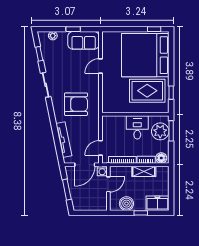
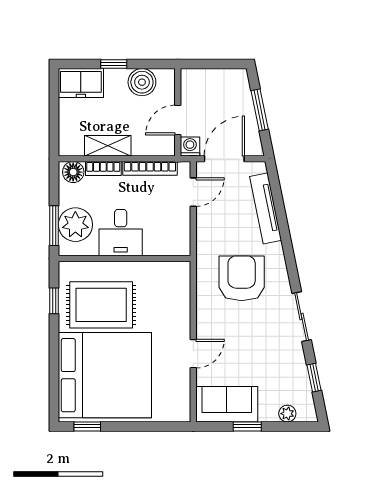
armchair: (76, 104) -> (242, 278), turned 90

